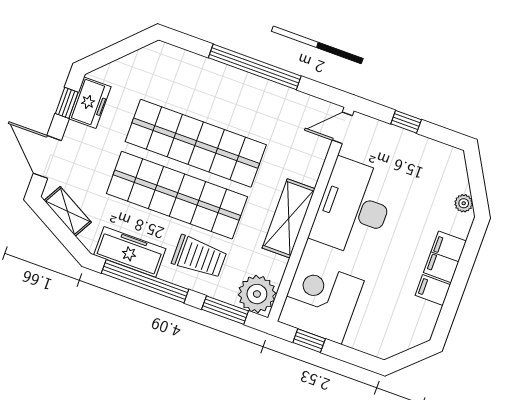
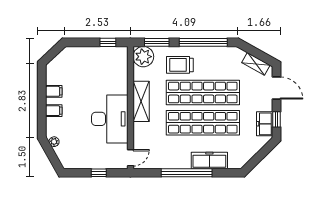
freezer: (130, 252) -> (209, 161), moved, turned 180
filing cabinet: (445, 257) -> (54, 111), width x0.50
corner desk: (321, 301) -> (109, 65), removed

